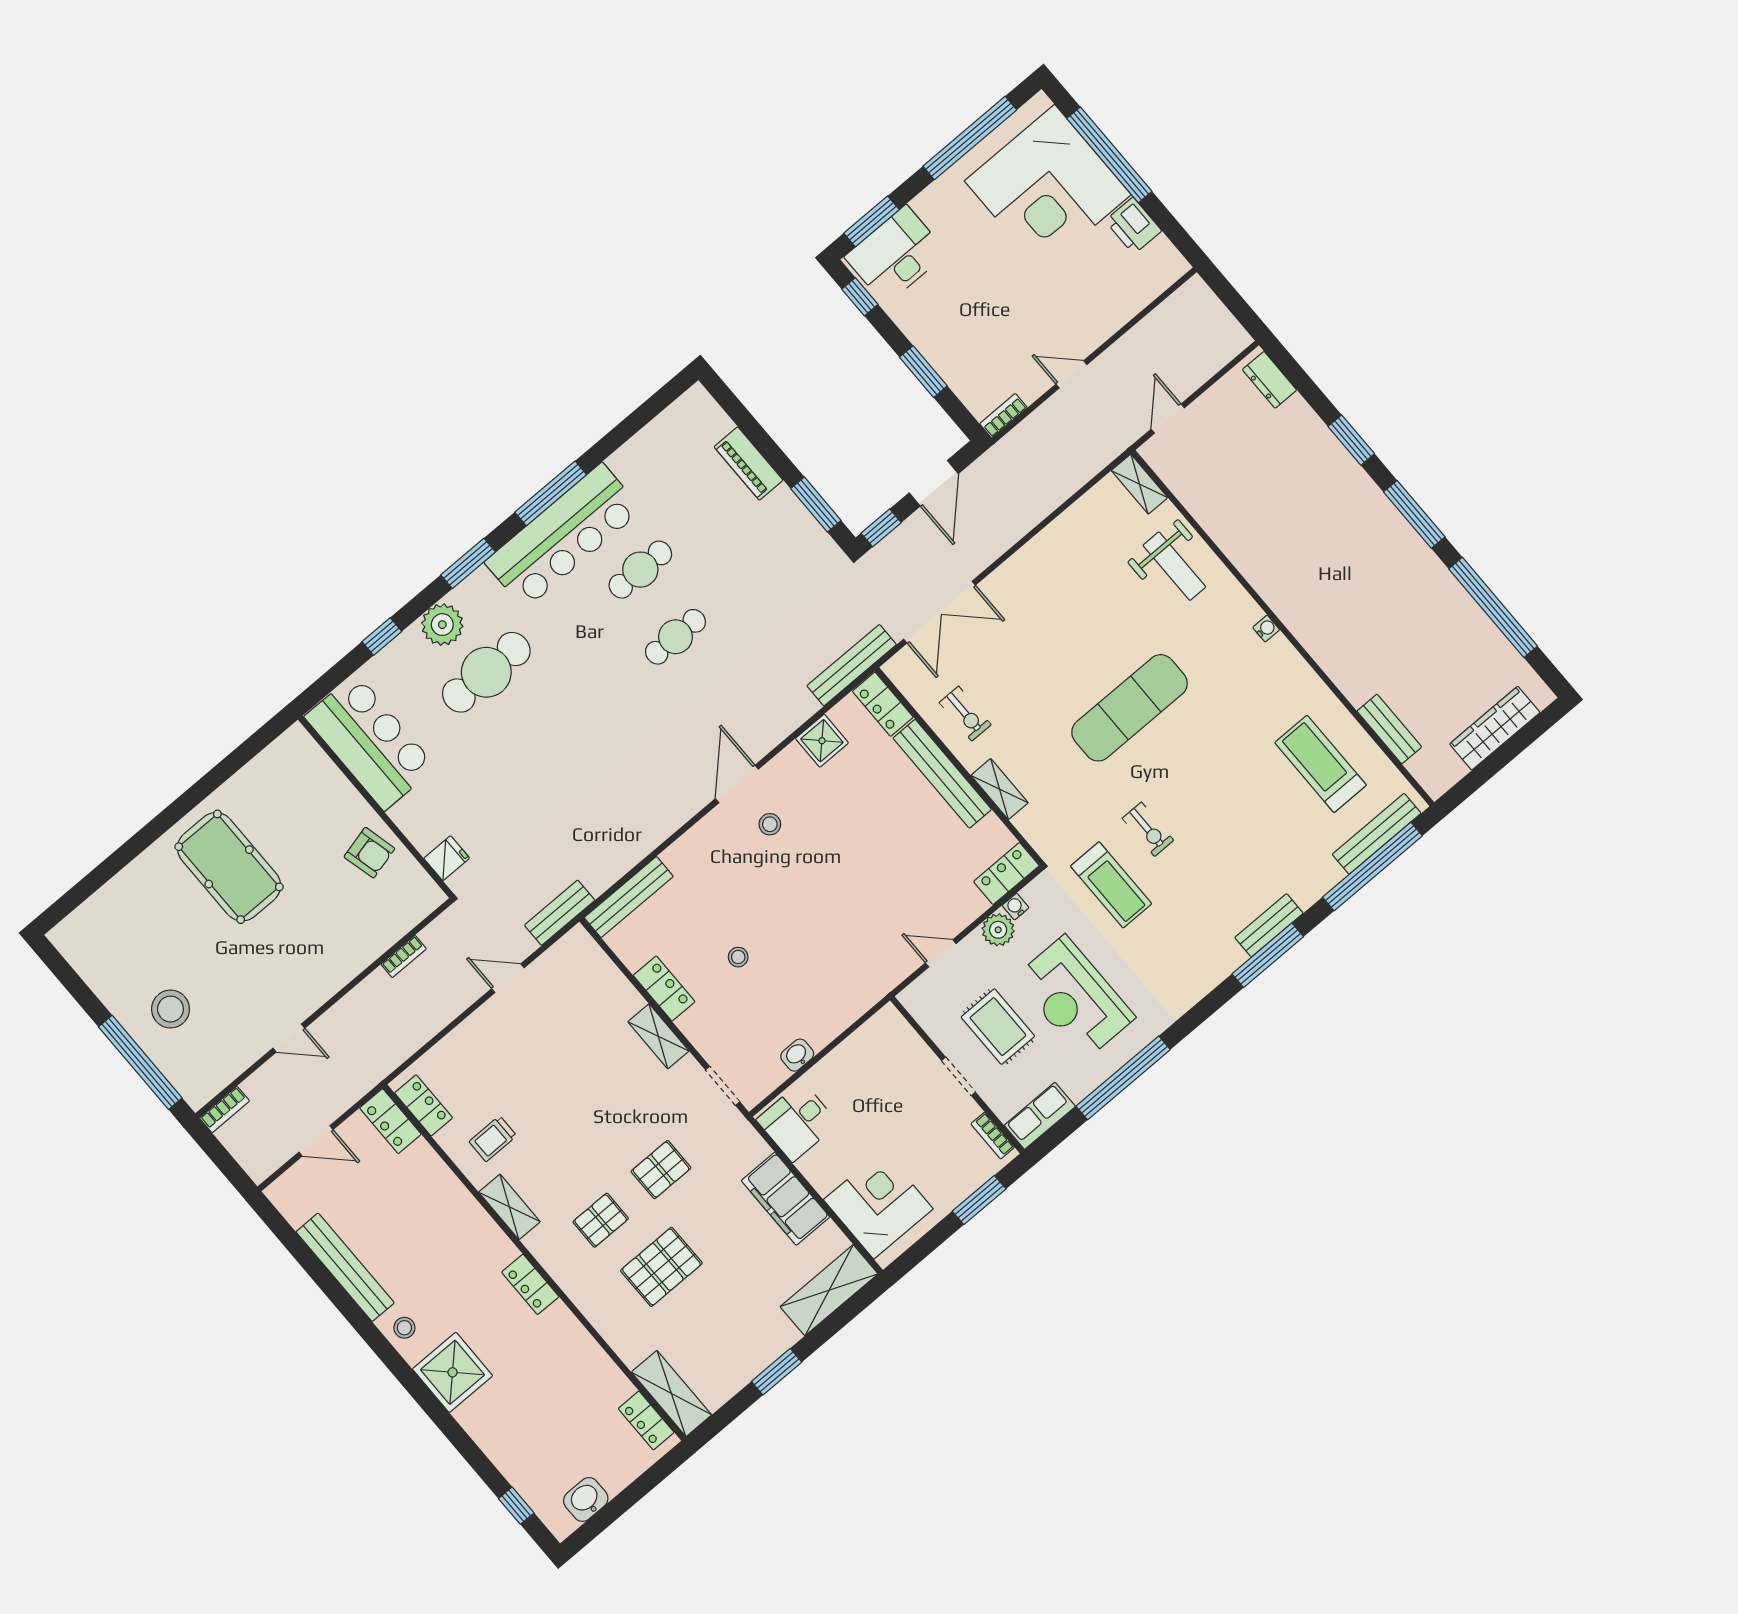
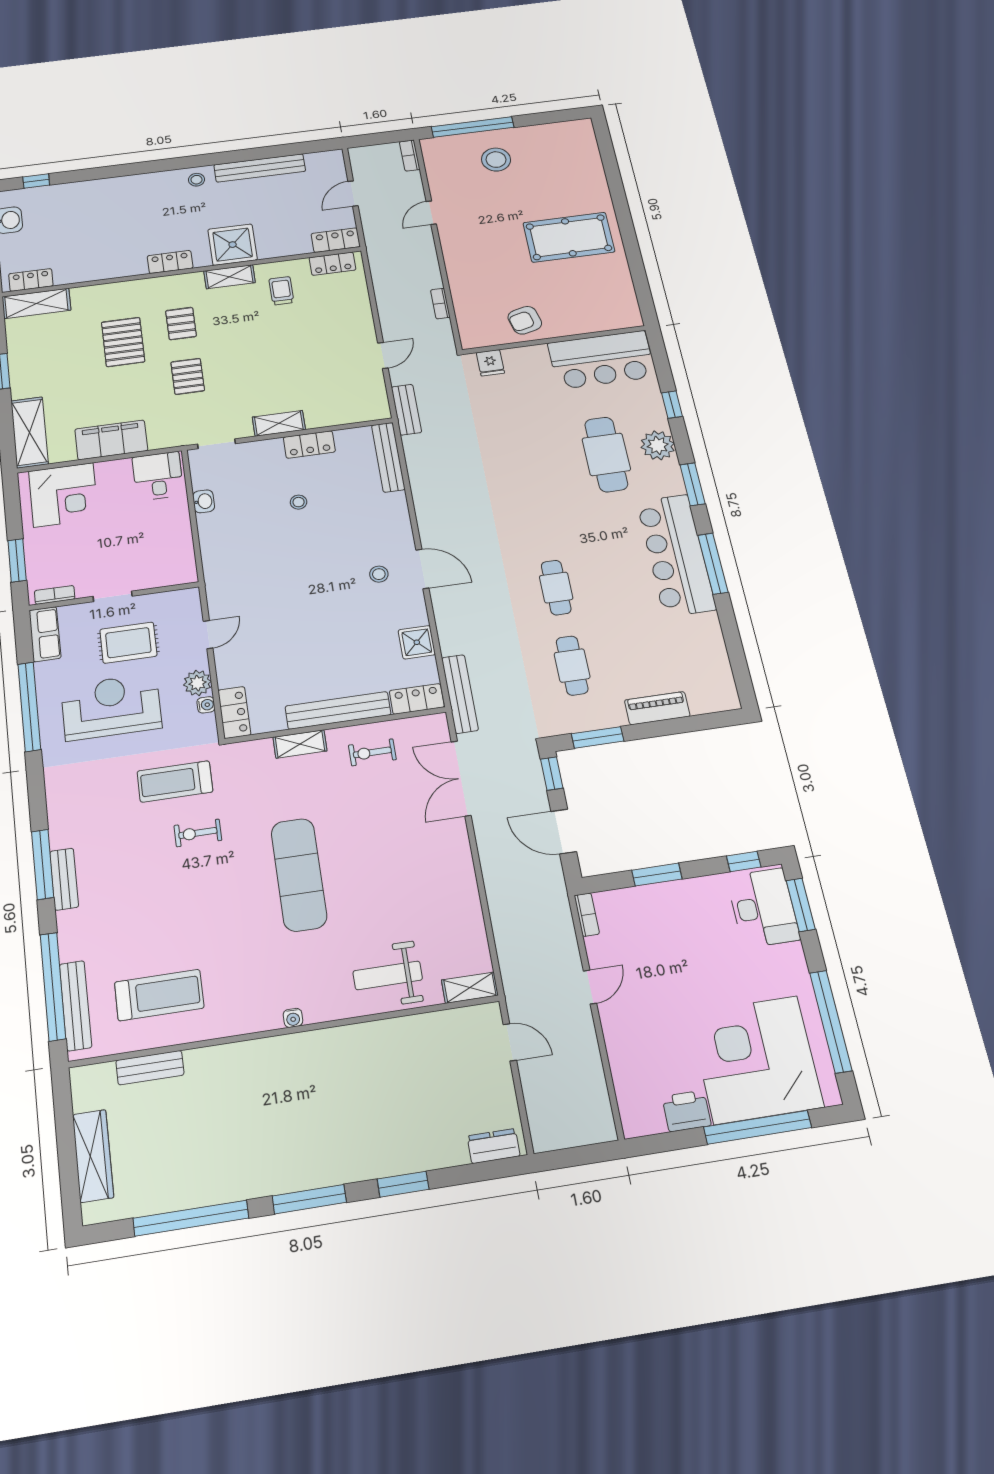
cafe table: (640, 570) -> (572, 665), moved
shower: (453, 1372) -> (233, 245), moved

